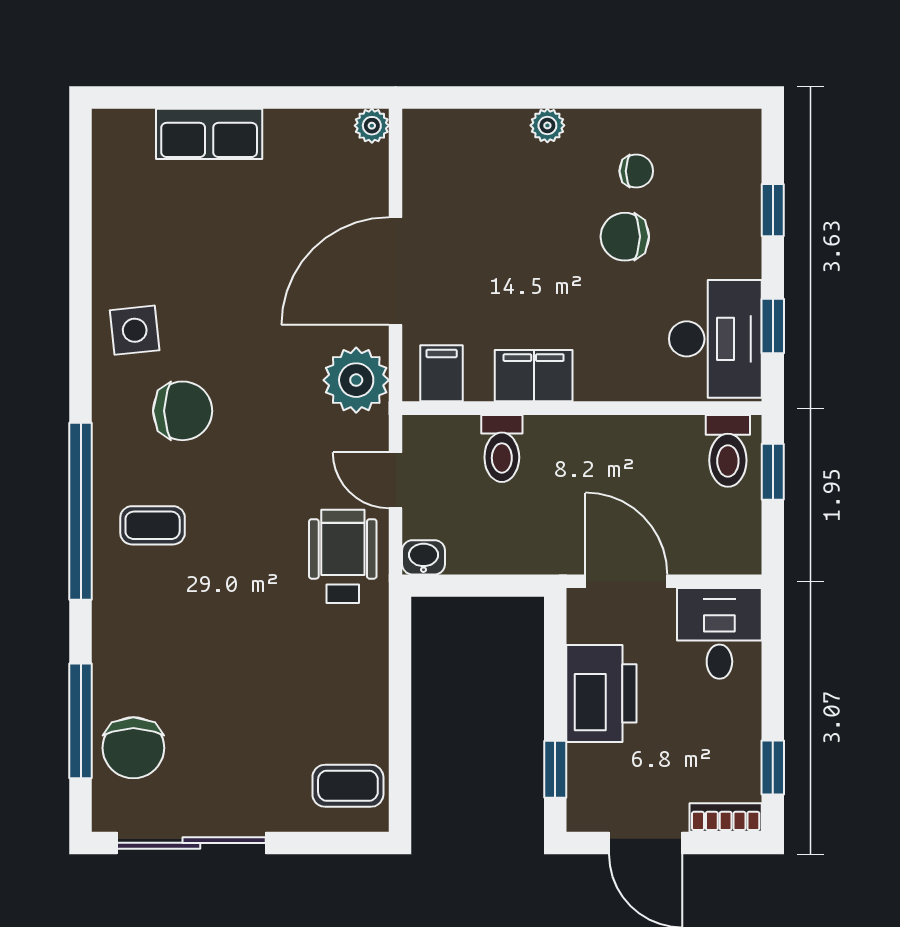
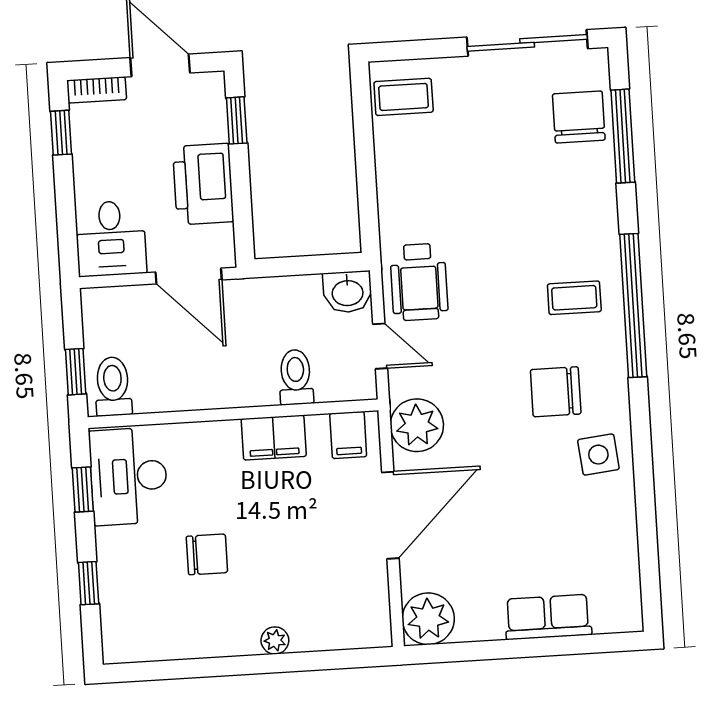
plant: (372, 126) -> (428, 619), width x1.87, depth x1.87
chair: (636, 171) -> (201, 608), removed
washbasin: (424, 557) -> (347, 292), width x1.38, depth x1.45

